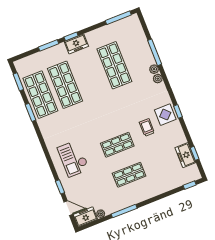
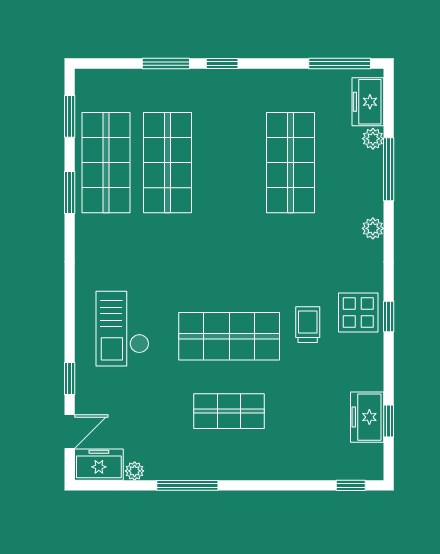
freezer: (76, 44) -> (368, 102), moved, turned 90
plant: (154, 69) -> (373, 139), moved
shop shelf: (117, 145) -> (229, 336), width x1.43, depth x1.36
door: (68, 208) -> (70, 432), hinge flipped

